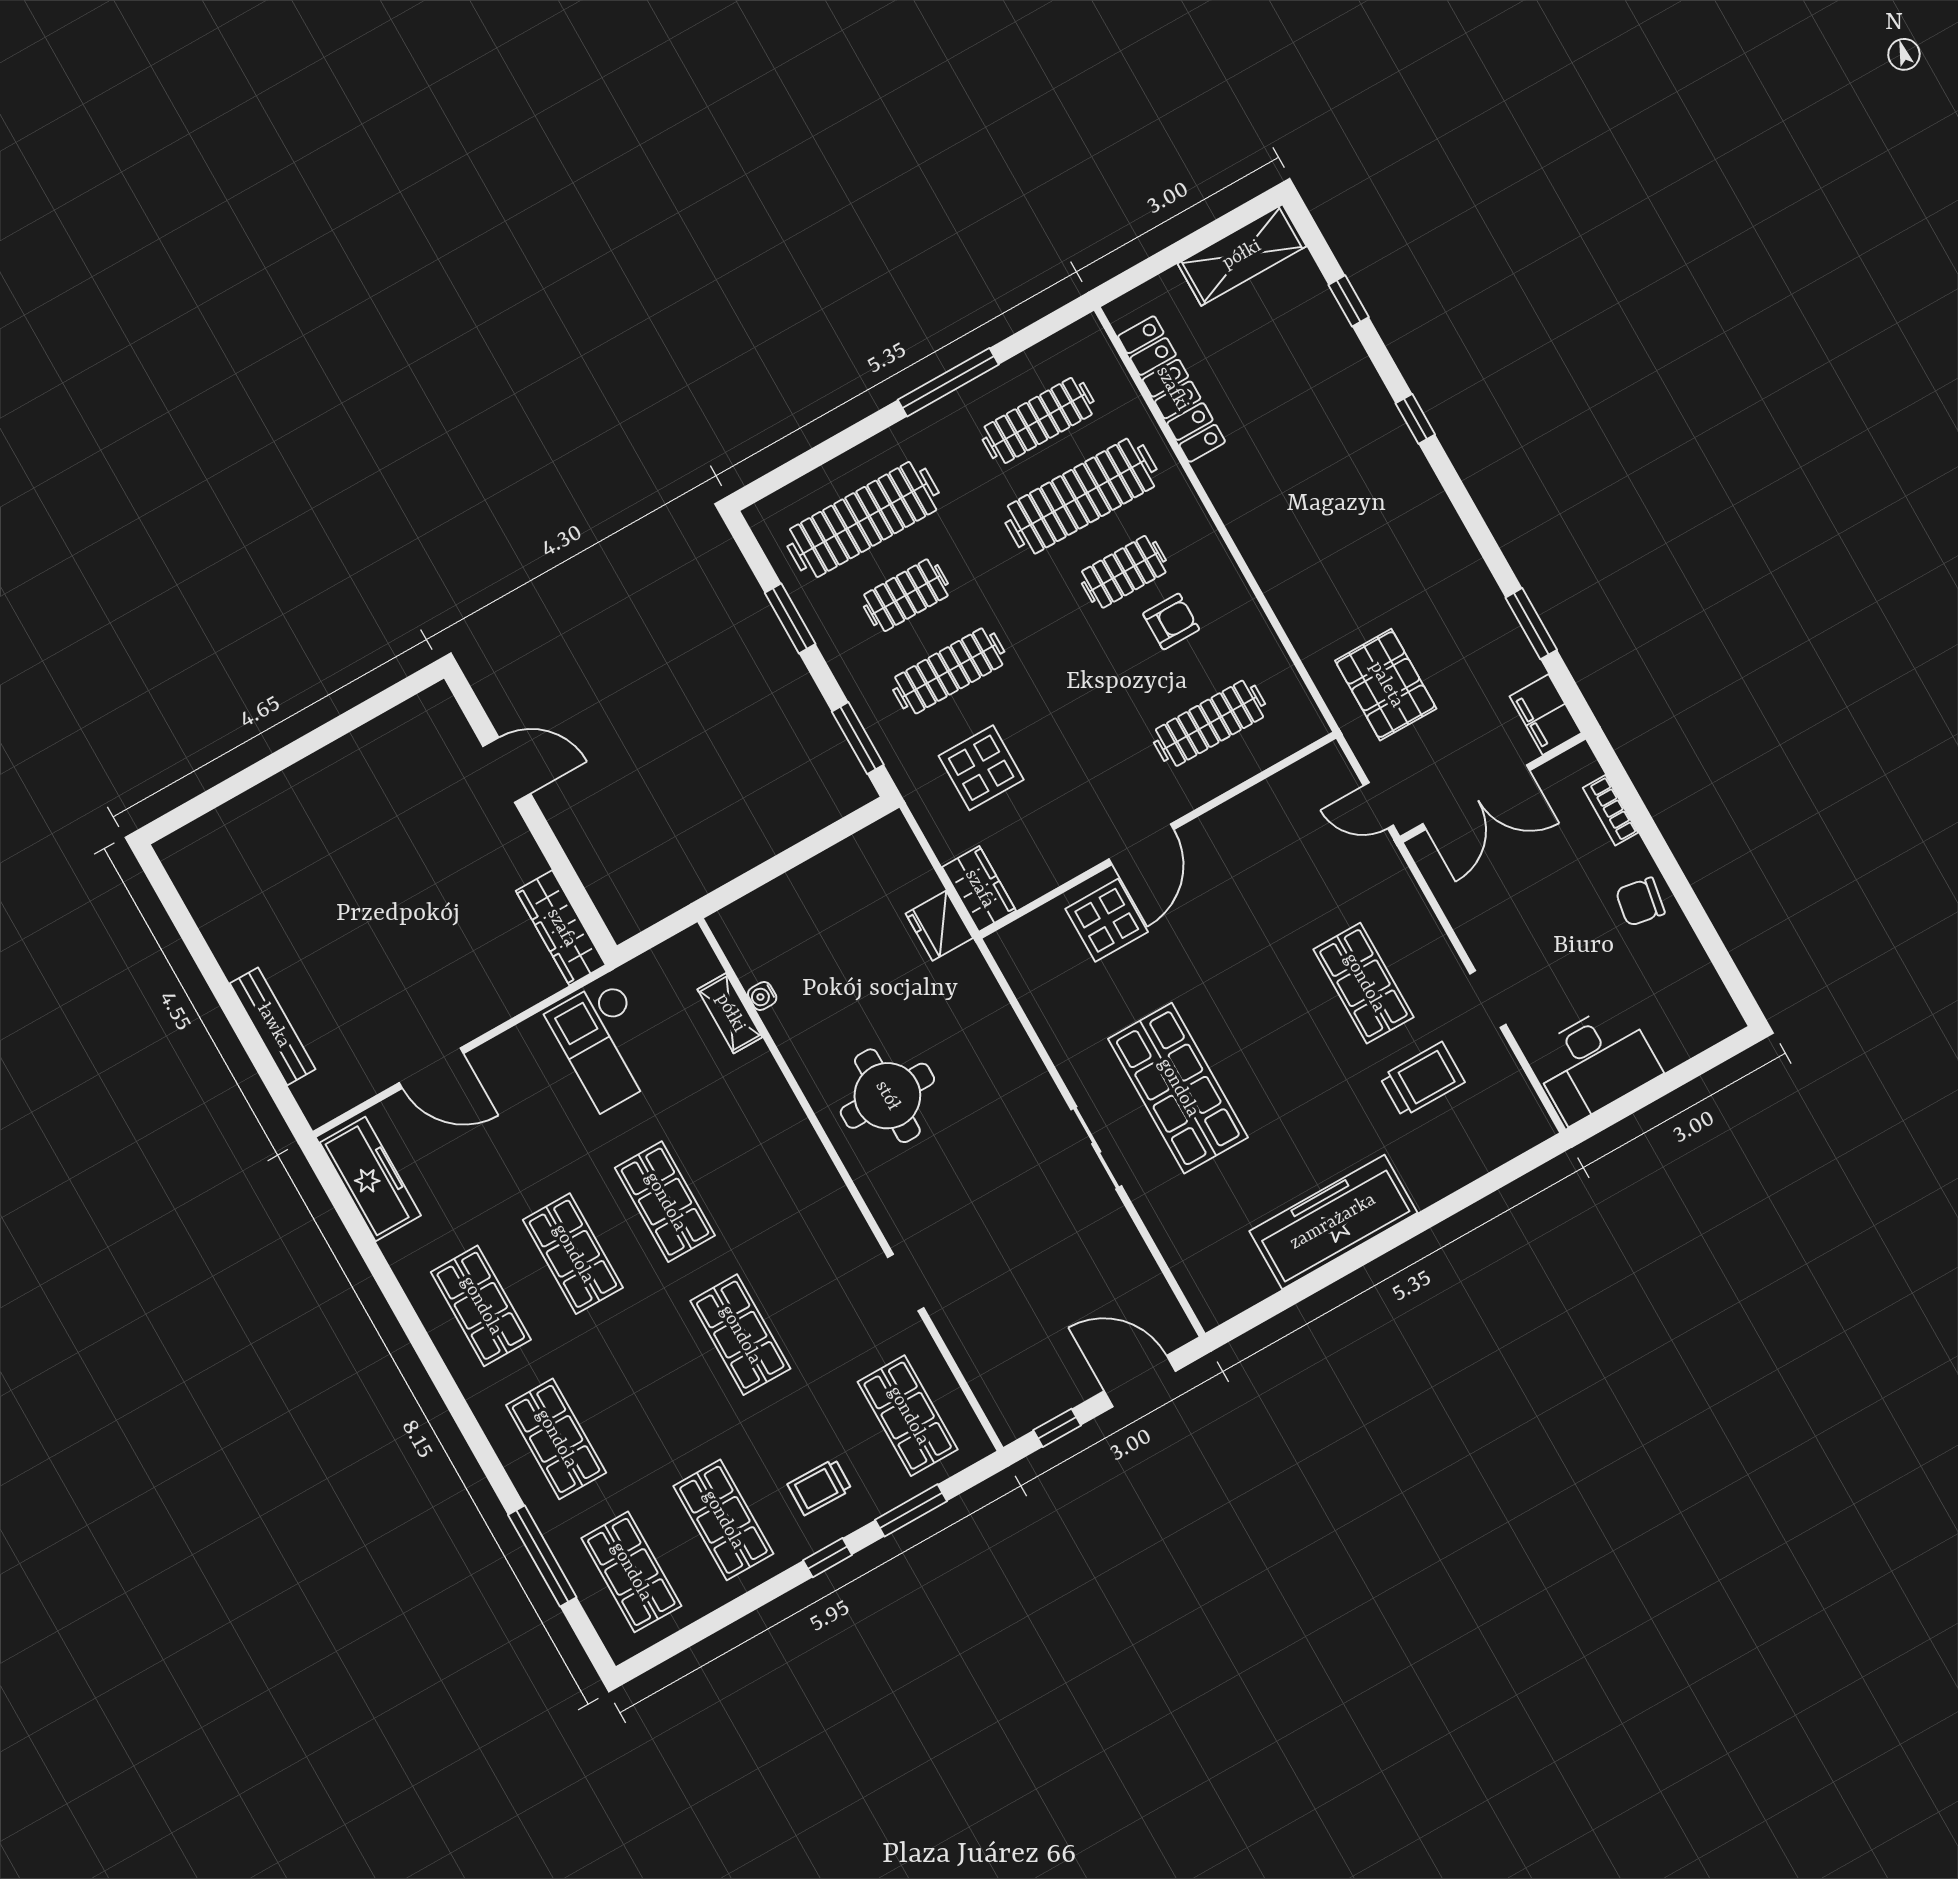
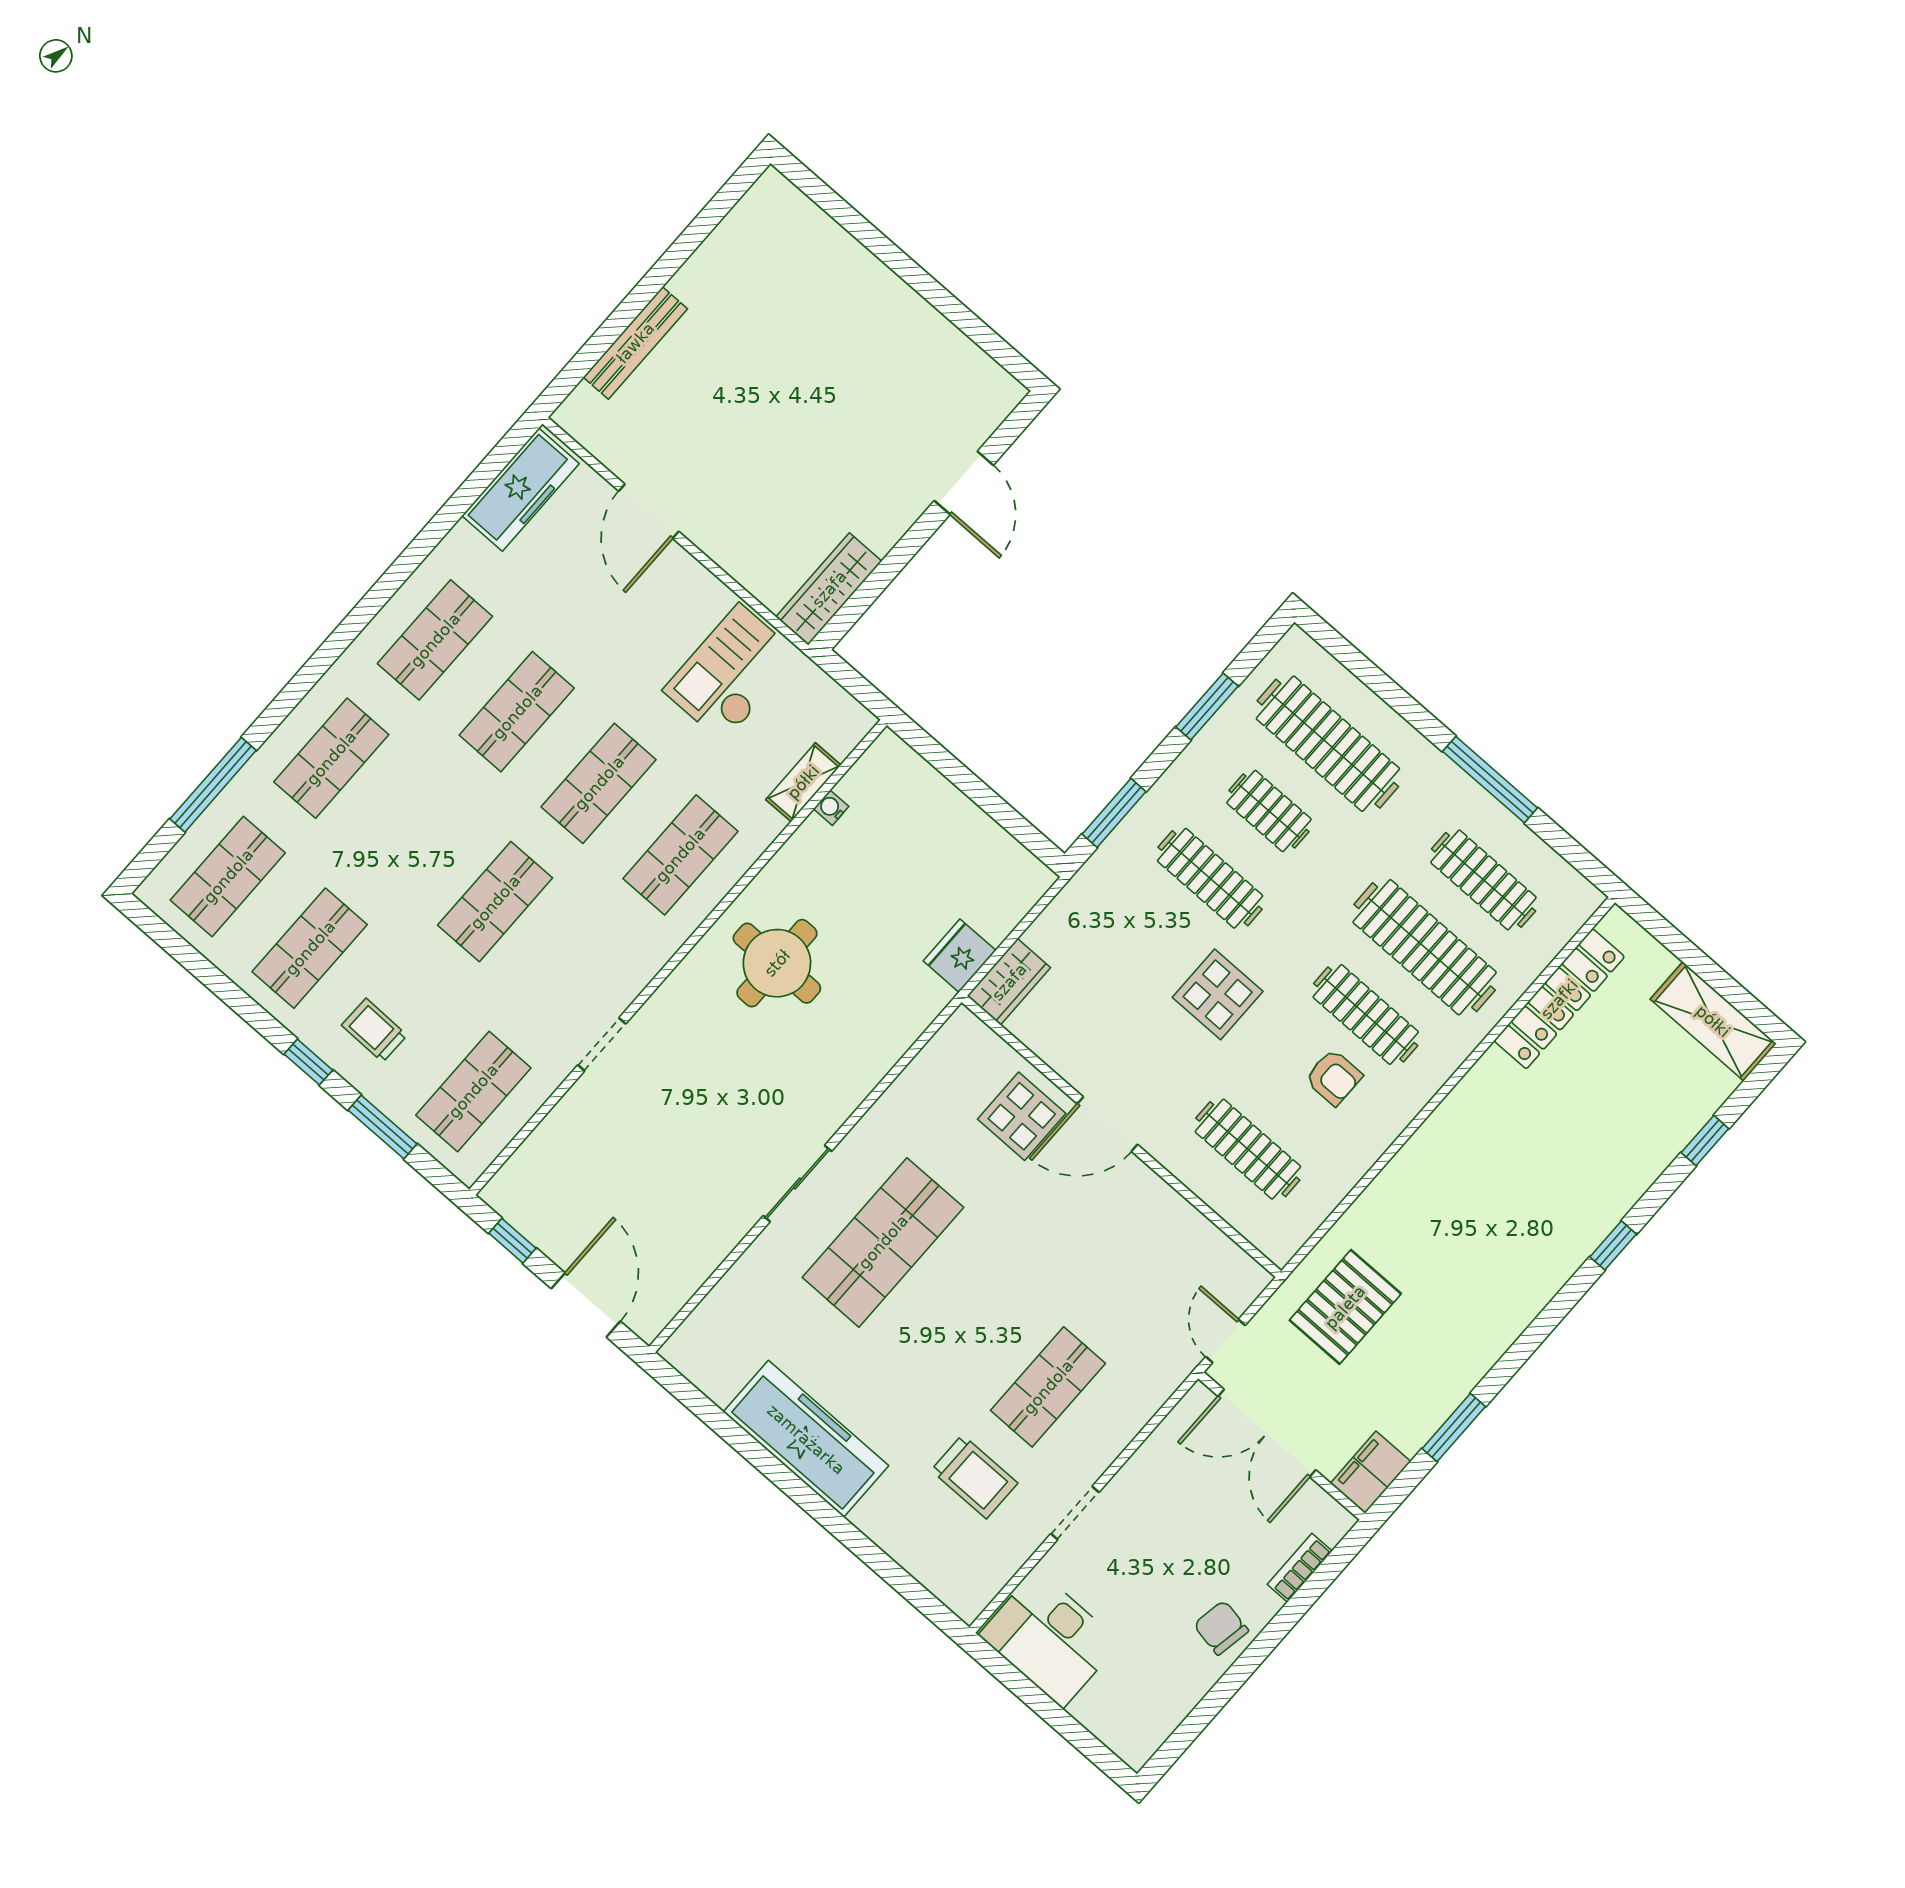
clothes rail: (1124, 572) -> (1366, 1015), width x1.36
display table: (981, 768) -> (1218, 994), moved
shop shelf: (757, 1150) -> (680, 855), added

